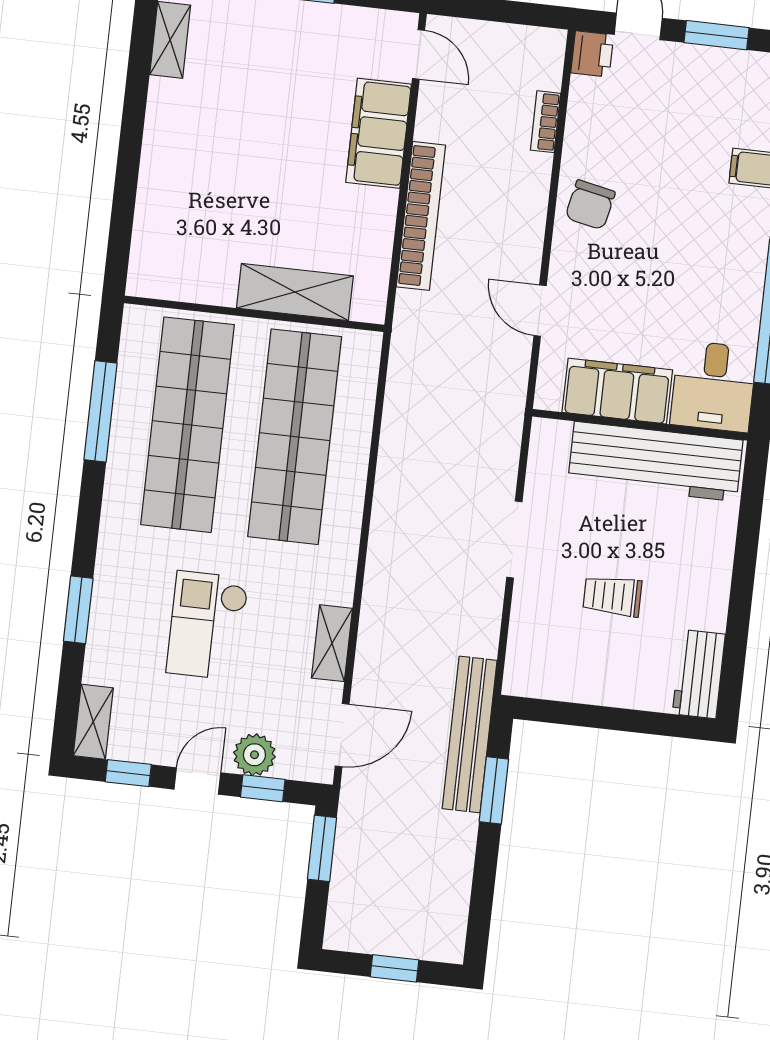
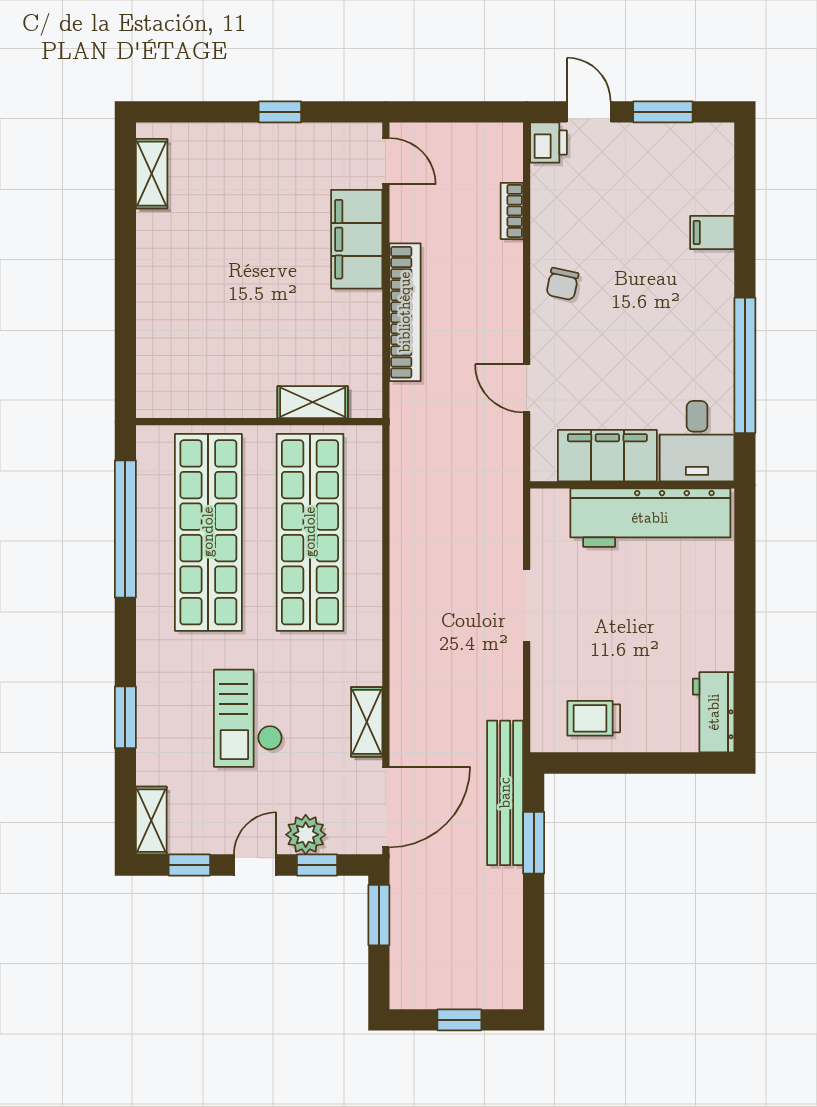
chair: (590, 205) -> (562, 284), width x0.73, depth x0.73
shelving: (295, 292) -> (313, 402), width x0.67, depth x0.75
window: (100, 411) -> (125, 529), width x1.46
trolley: (612, 596) -> (594, 718), moved
door: (342, 735) -> (386, 807), width x1.36

